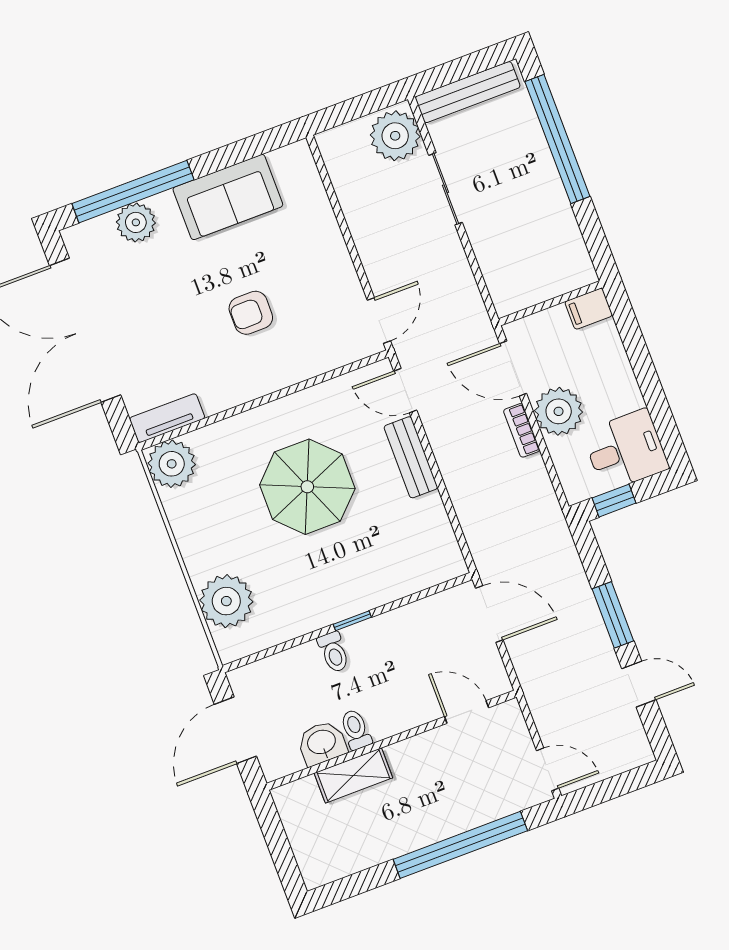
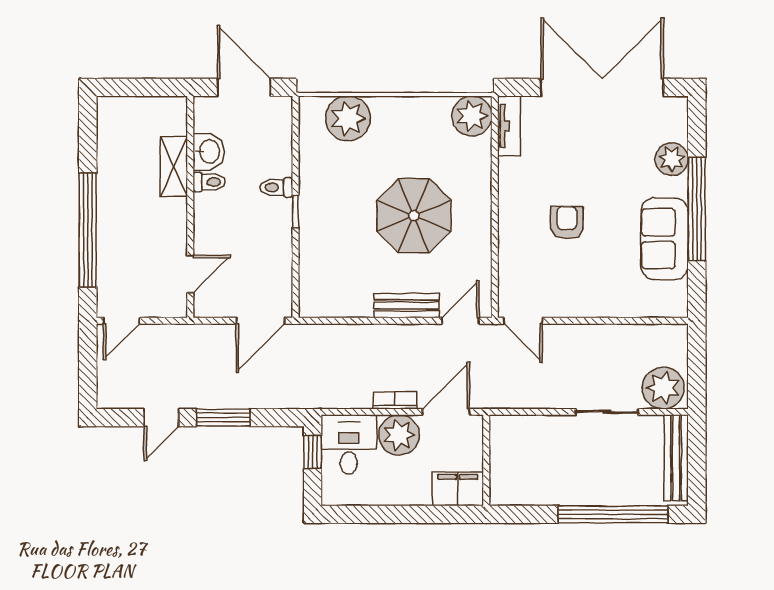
window: (133, 192) -> (697, 209), moved
filing cabinet: (589, 309) -> (458, 489), width x2.00
desk: (625, 450) -> (349, 445), moved, turned 180

